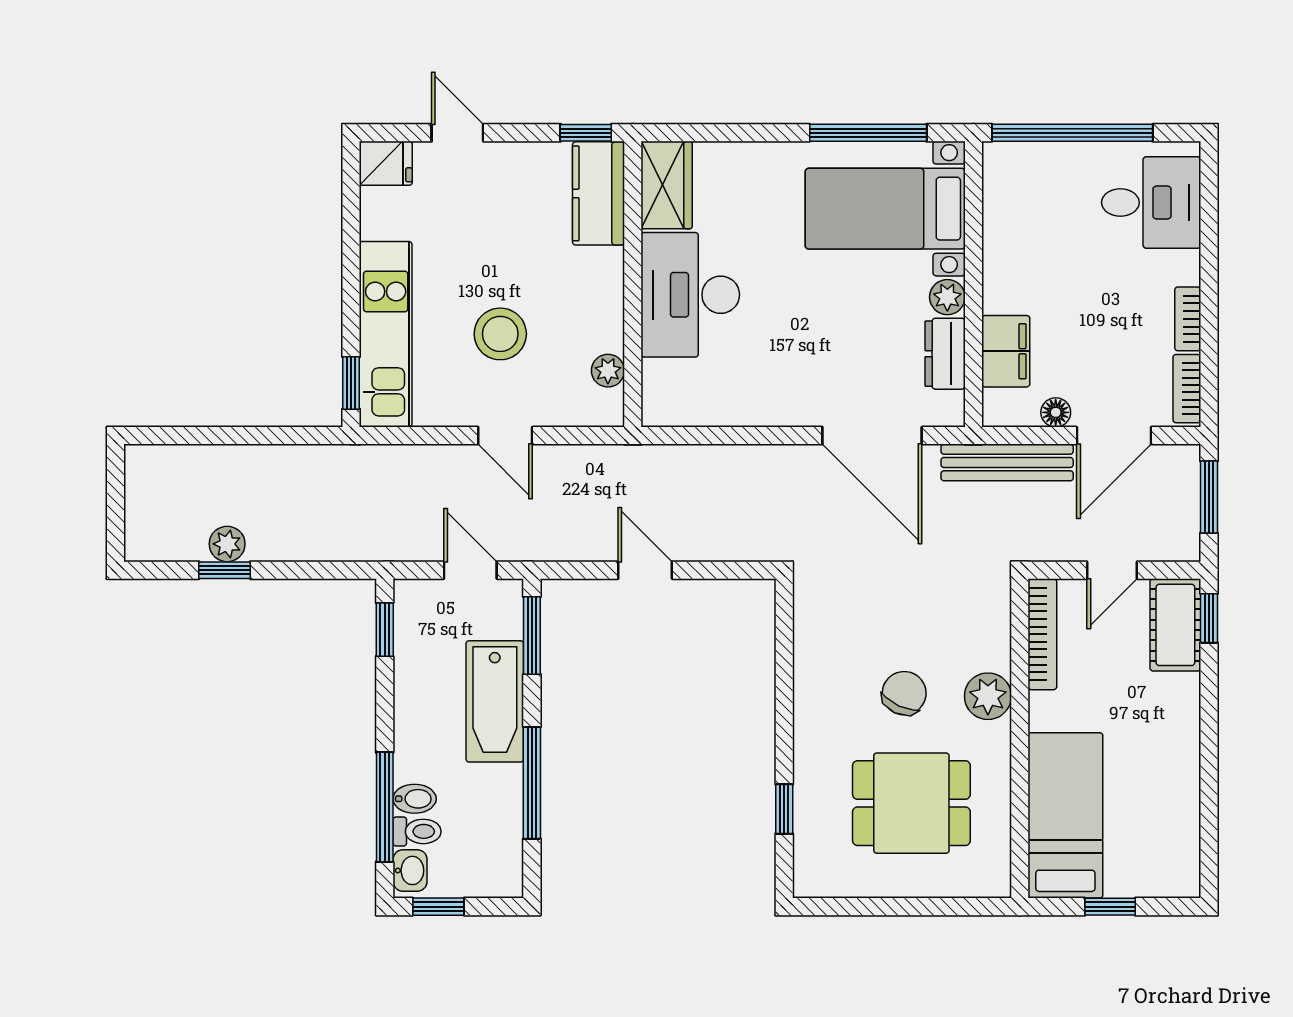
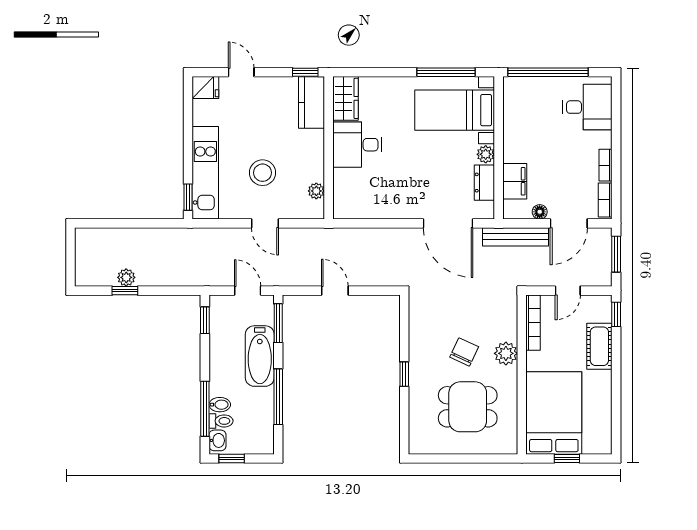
desk: (690, 295) -> (357, 145), width x0.73
cot: (1175, 625) -> (599, 346), moved
window: (784, 809) -> (404, 374), moved
bed: (1065, 815) -> (554, 413), width x1.50

